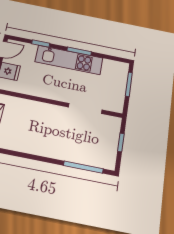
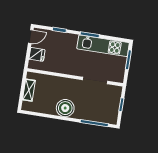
kitchen unit: (69, 60) -> (103, 46), moved
boiler: (43, 144) -> (65, 108), added

